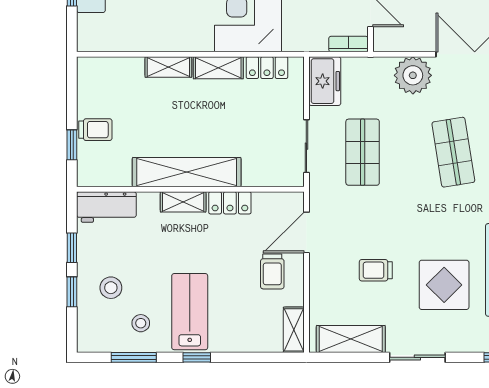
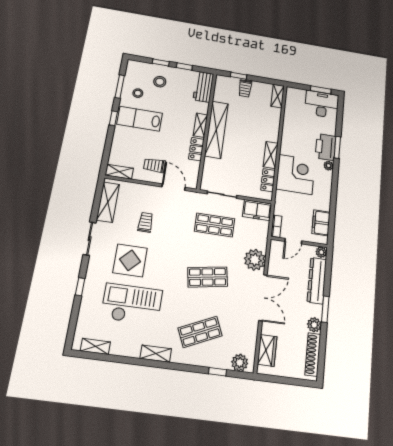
shelving: (168, 67) -> (278, 96), moved
lab bench: (190, 312) -> (140, 119), turned 180

